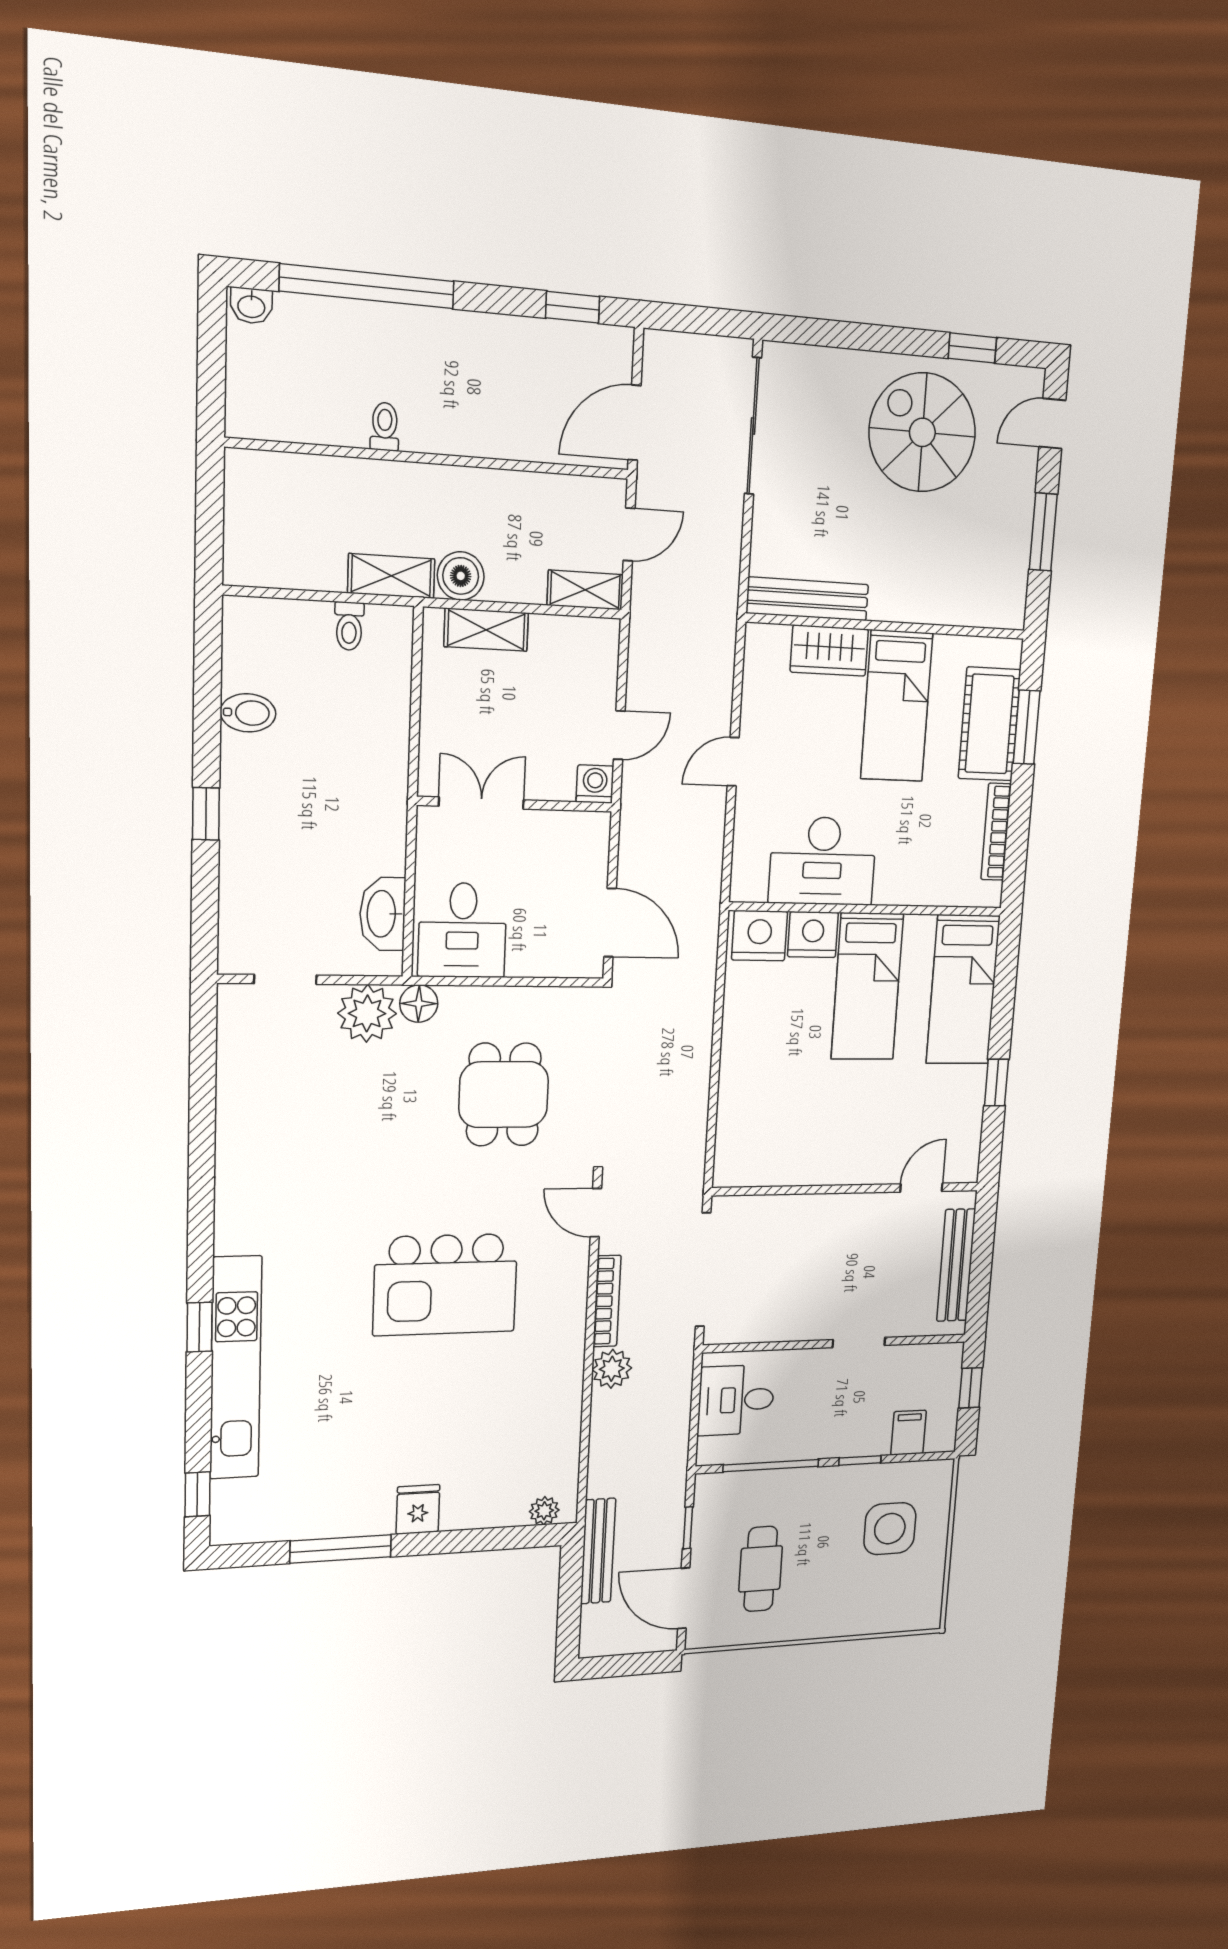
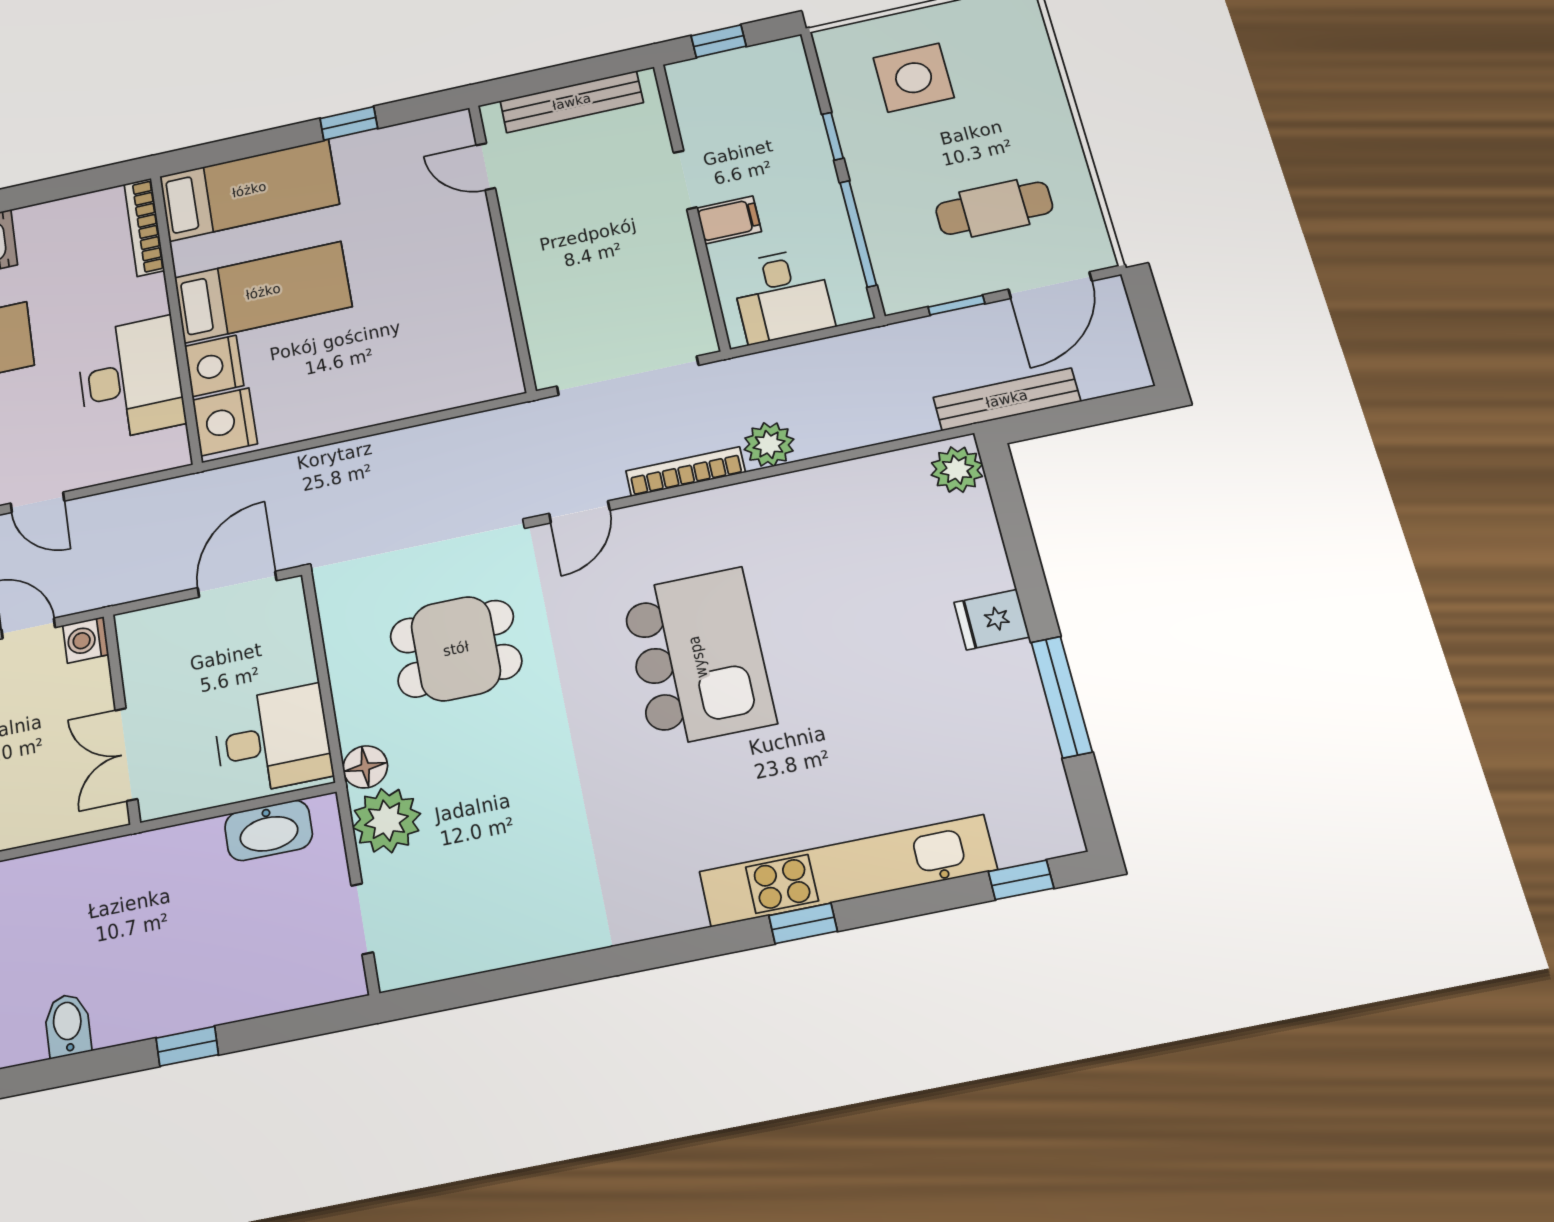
bookcase: (996, 832) -> (144, 227), moved, turned 90
filing cabinet: (909, 1433) -> (729, 220), moved, turned 180
plant: (544, 1511) -> (957, 470), width x1.38, depth x1.38

